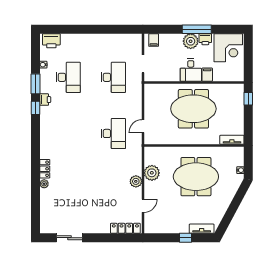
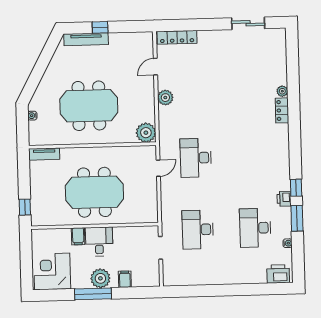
printer: (205, 39) -> (82, 281), removed
filing cabinet: (154, 40) -> (125, 279), moved
plant: (152, 173) -> (146, 133), moved
tv unit: (202, 229) -> (86, 39), width x1.41

